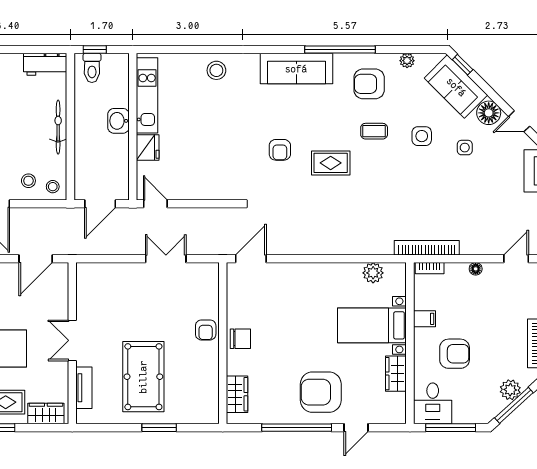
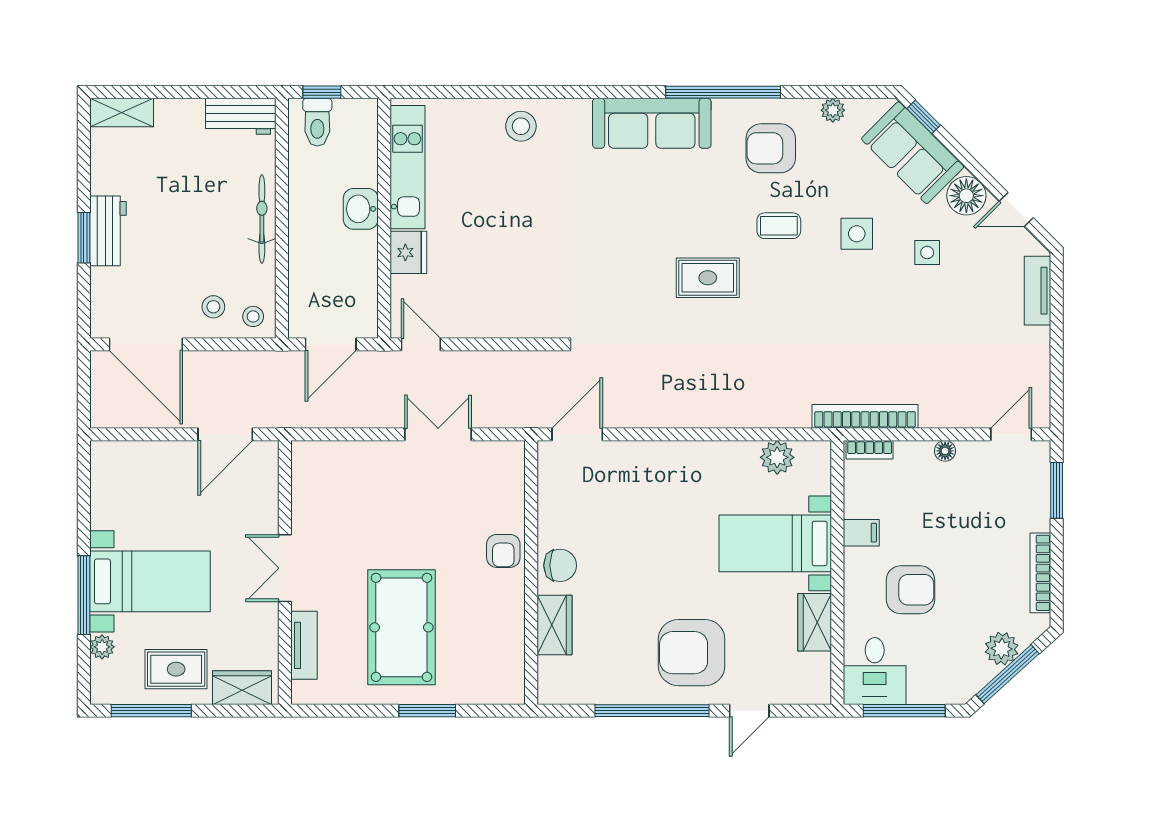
armchair: (280, 150) -> (625, 256), removed
wardrobe: (237, 394) -> (555, 625), moved

